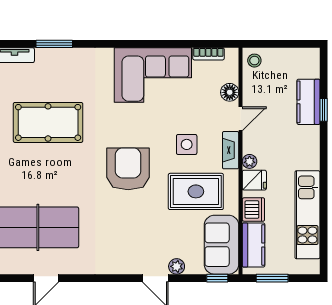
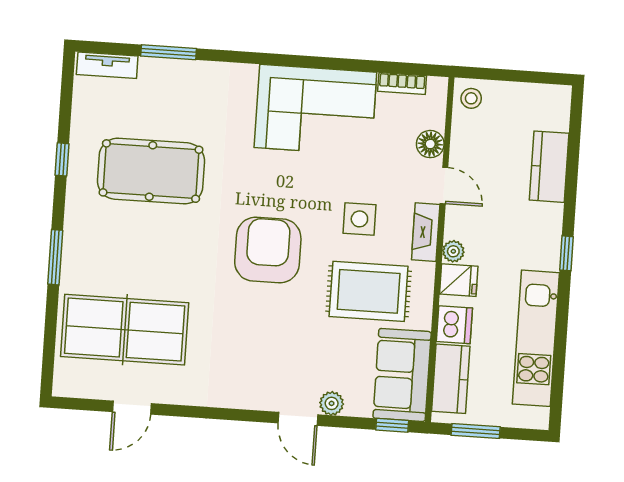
window: (324, 110) -> (566, 253), moved
door: (241, 119) -> (444, 185), hinge flipped

